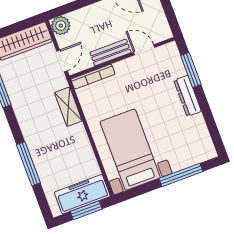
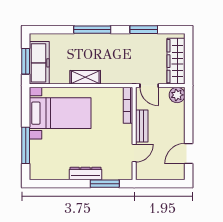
shelving: (68, 107) -> (85, 77), moved
window: (28, 164) -> (92, 30), moved

